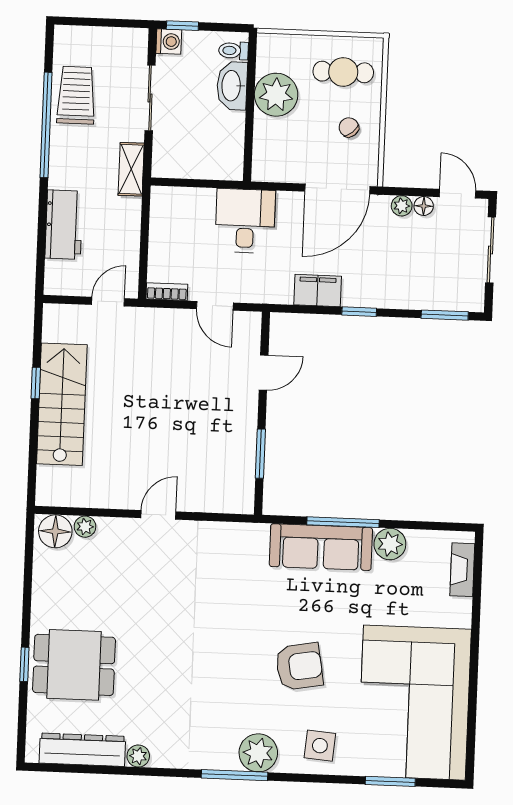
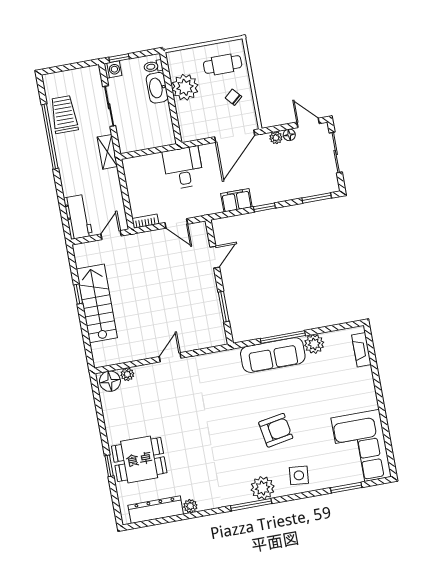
workbench: (64, 225) -> (78, 217), moved
corner sofa: (414, 703) -> (361, 447), width x0.73, depth x0.74

